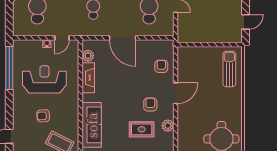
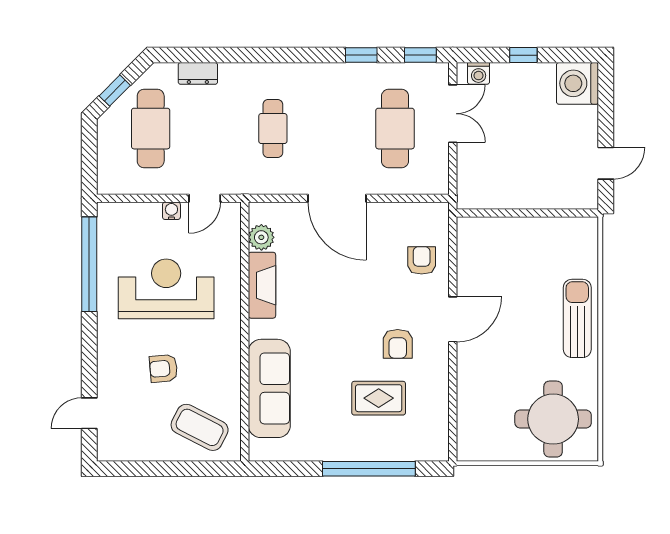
sun lounger: (229, 69) -> (577, 318), moved
armchair: (150, 105) -> (398, 344), turned 180
plant: (168, 126) -> (436, 390), removed

